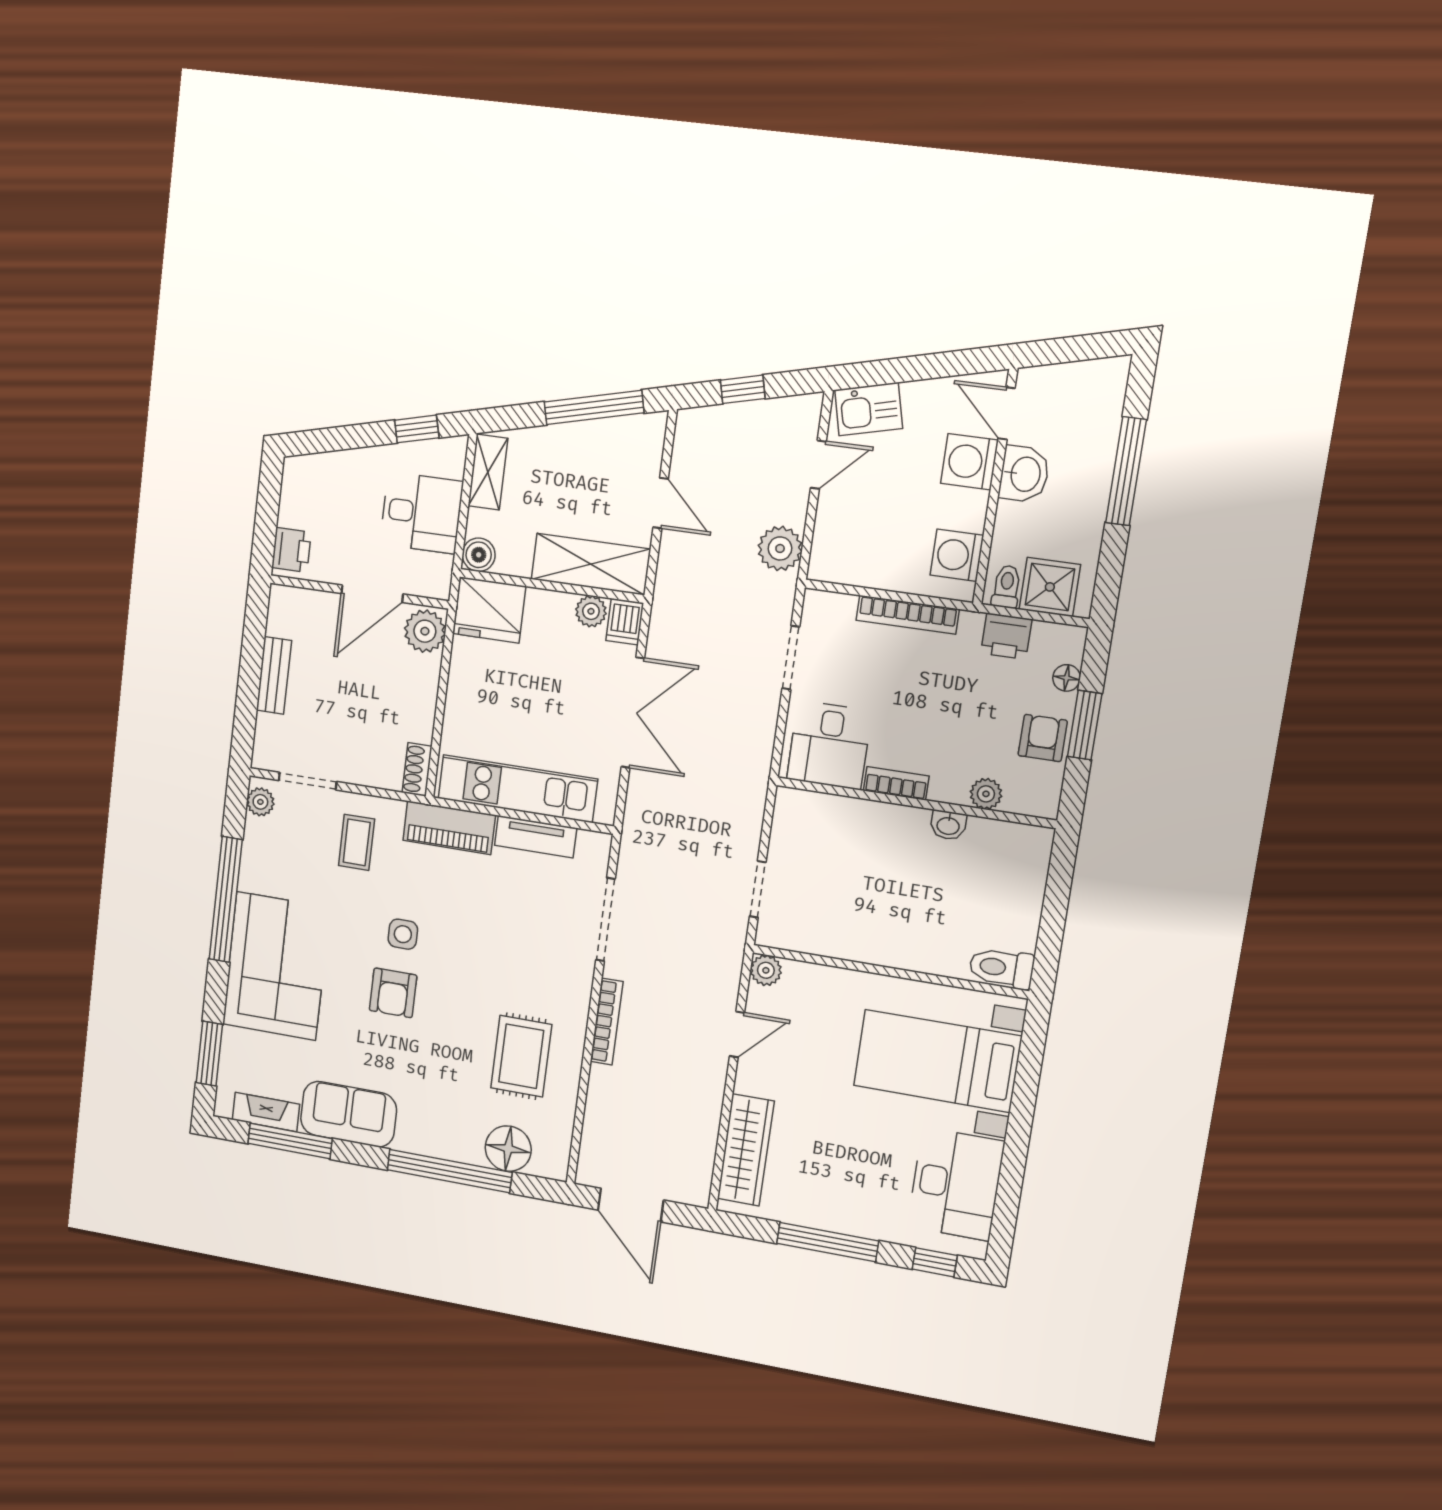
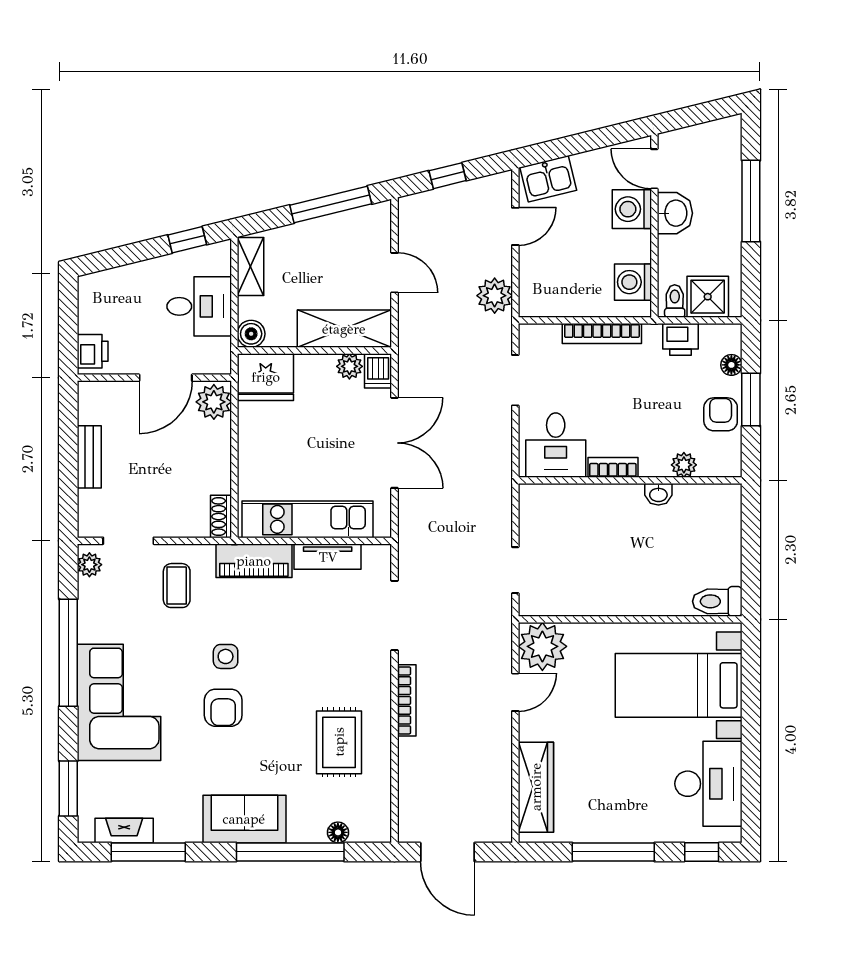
plant: (766, 970) -> (542, 646), width x1.87, depth x1.87
sofa: (349, 1114) -> (244, 819), moved
floor lamp: (508, 1149) -> (338, 832), width x0.53, depth x0.53

